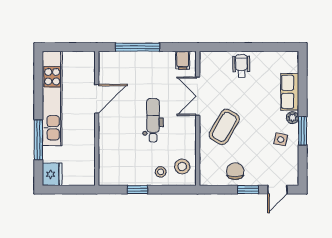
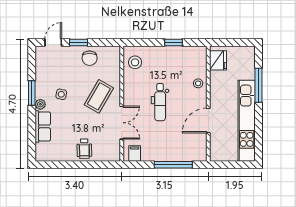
side table: (281, 139) -> (61, 94), moved
stool: (161, 172) -> (198, 83), moved
fridge: (52, 174) -> (218, 60), moved, turned 180

